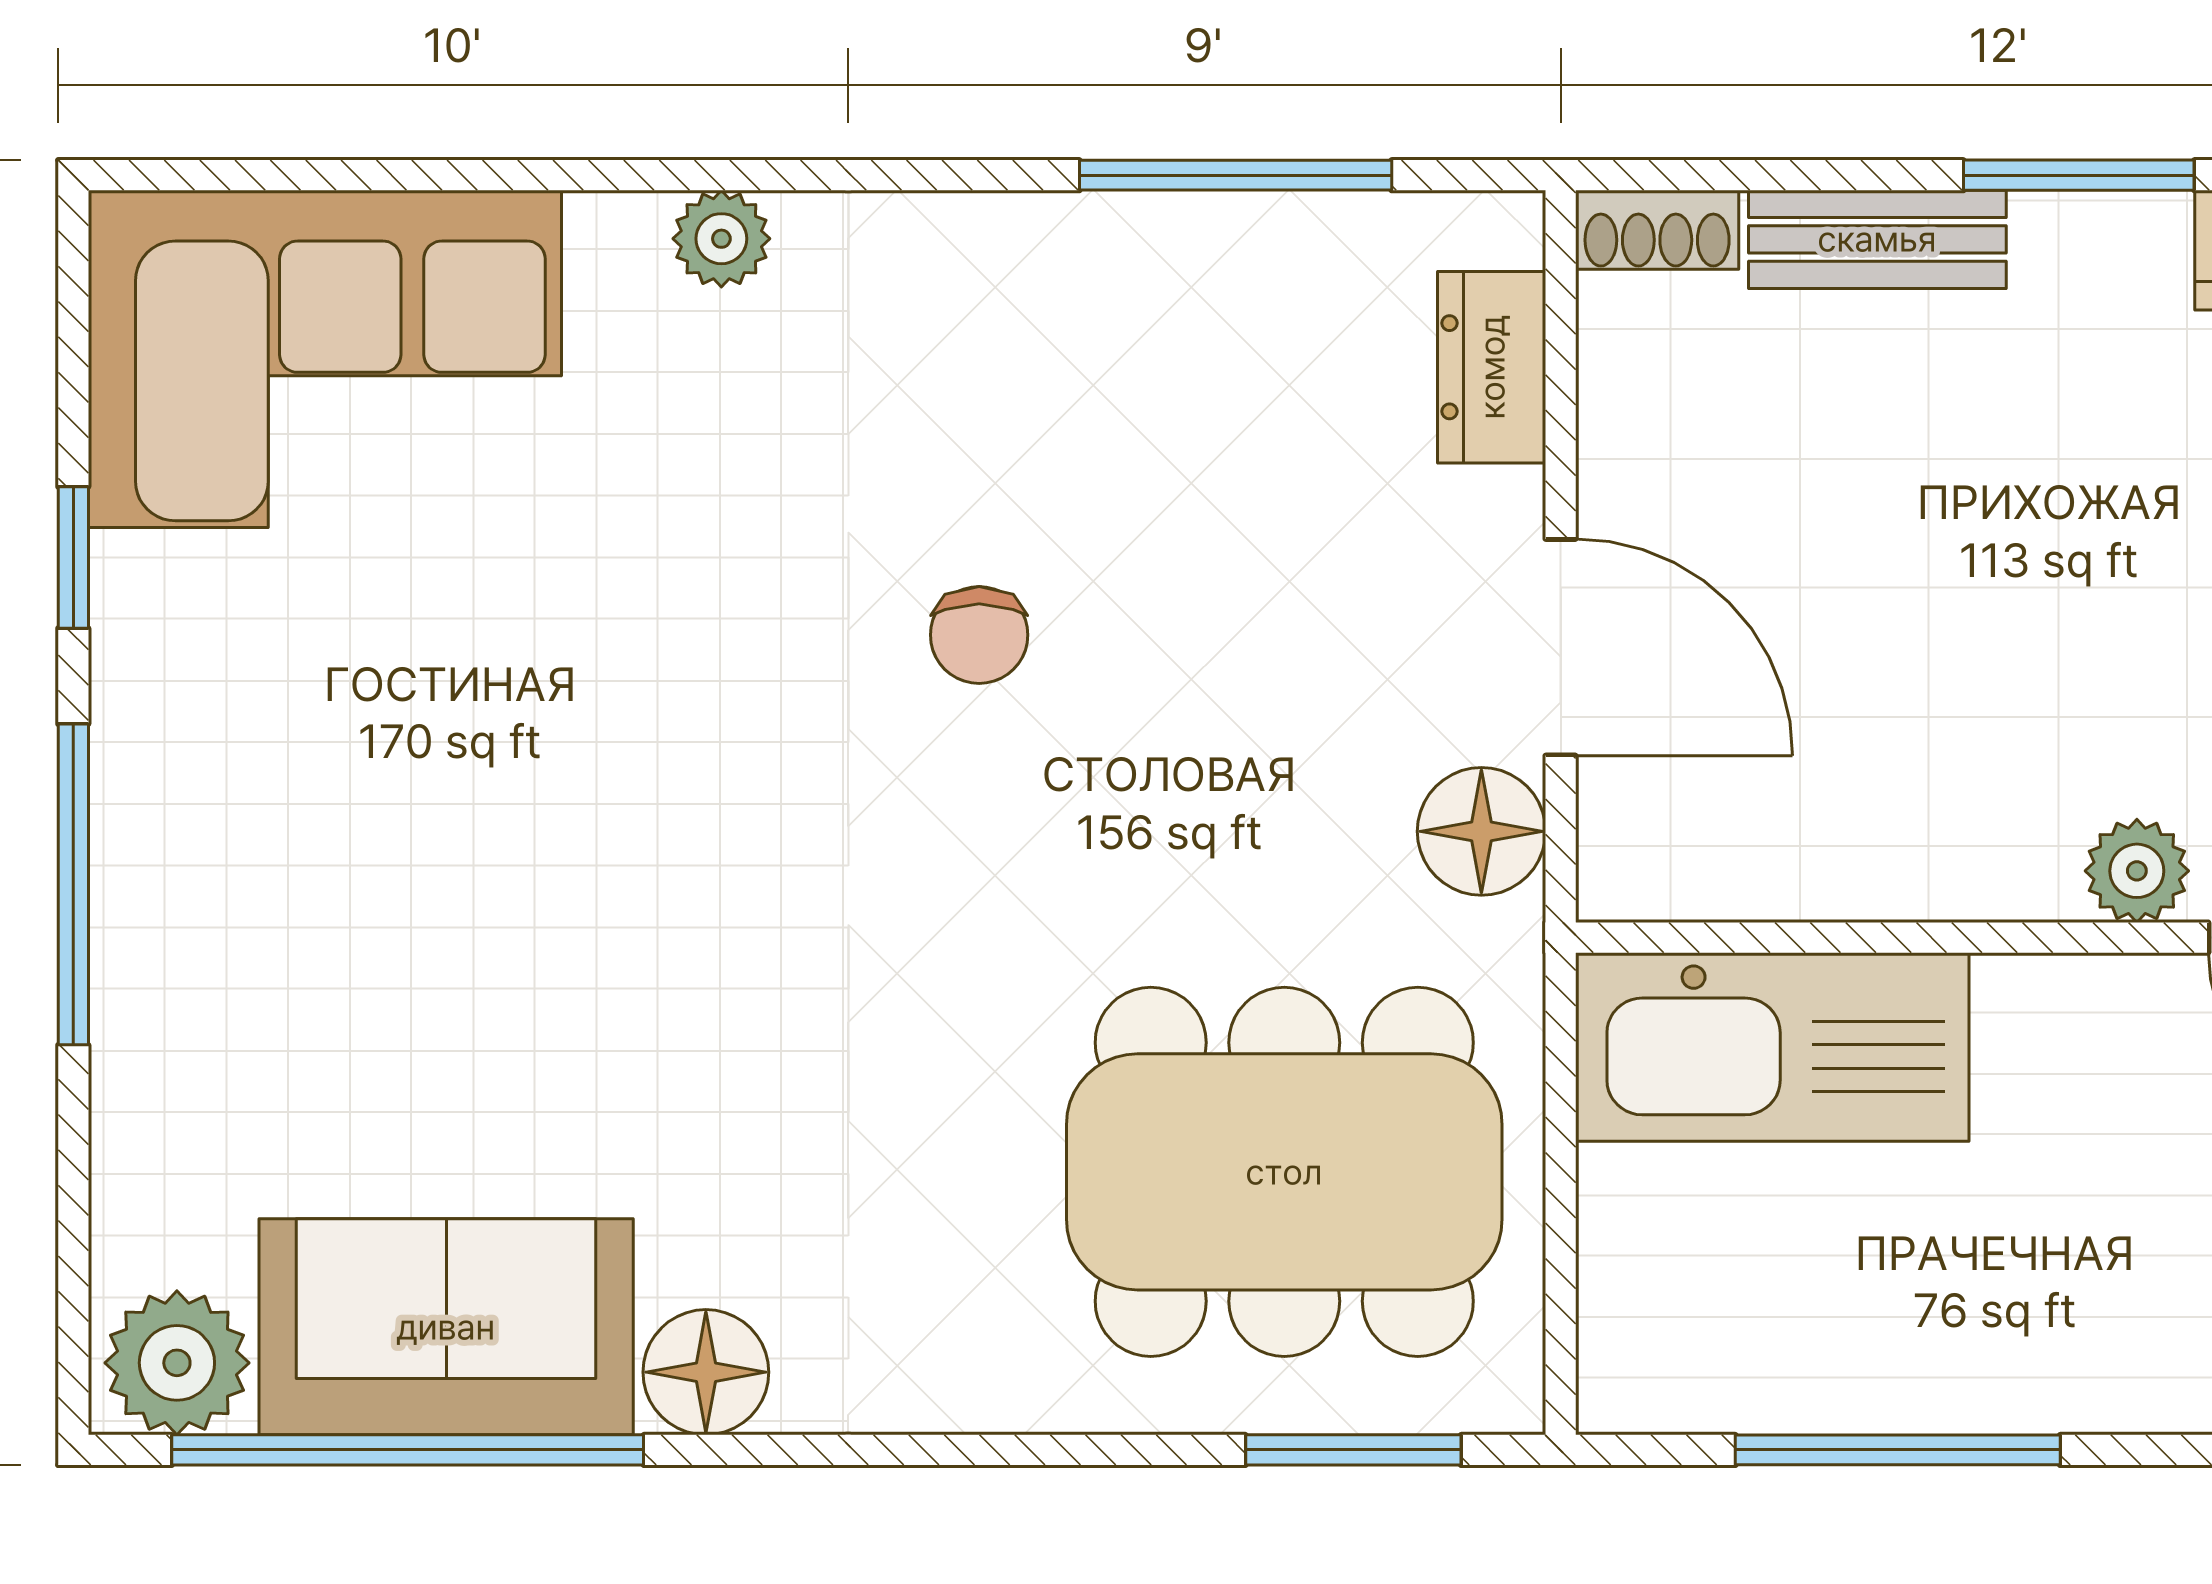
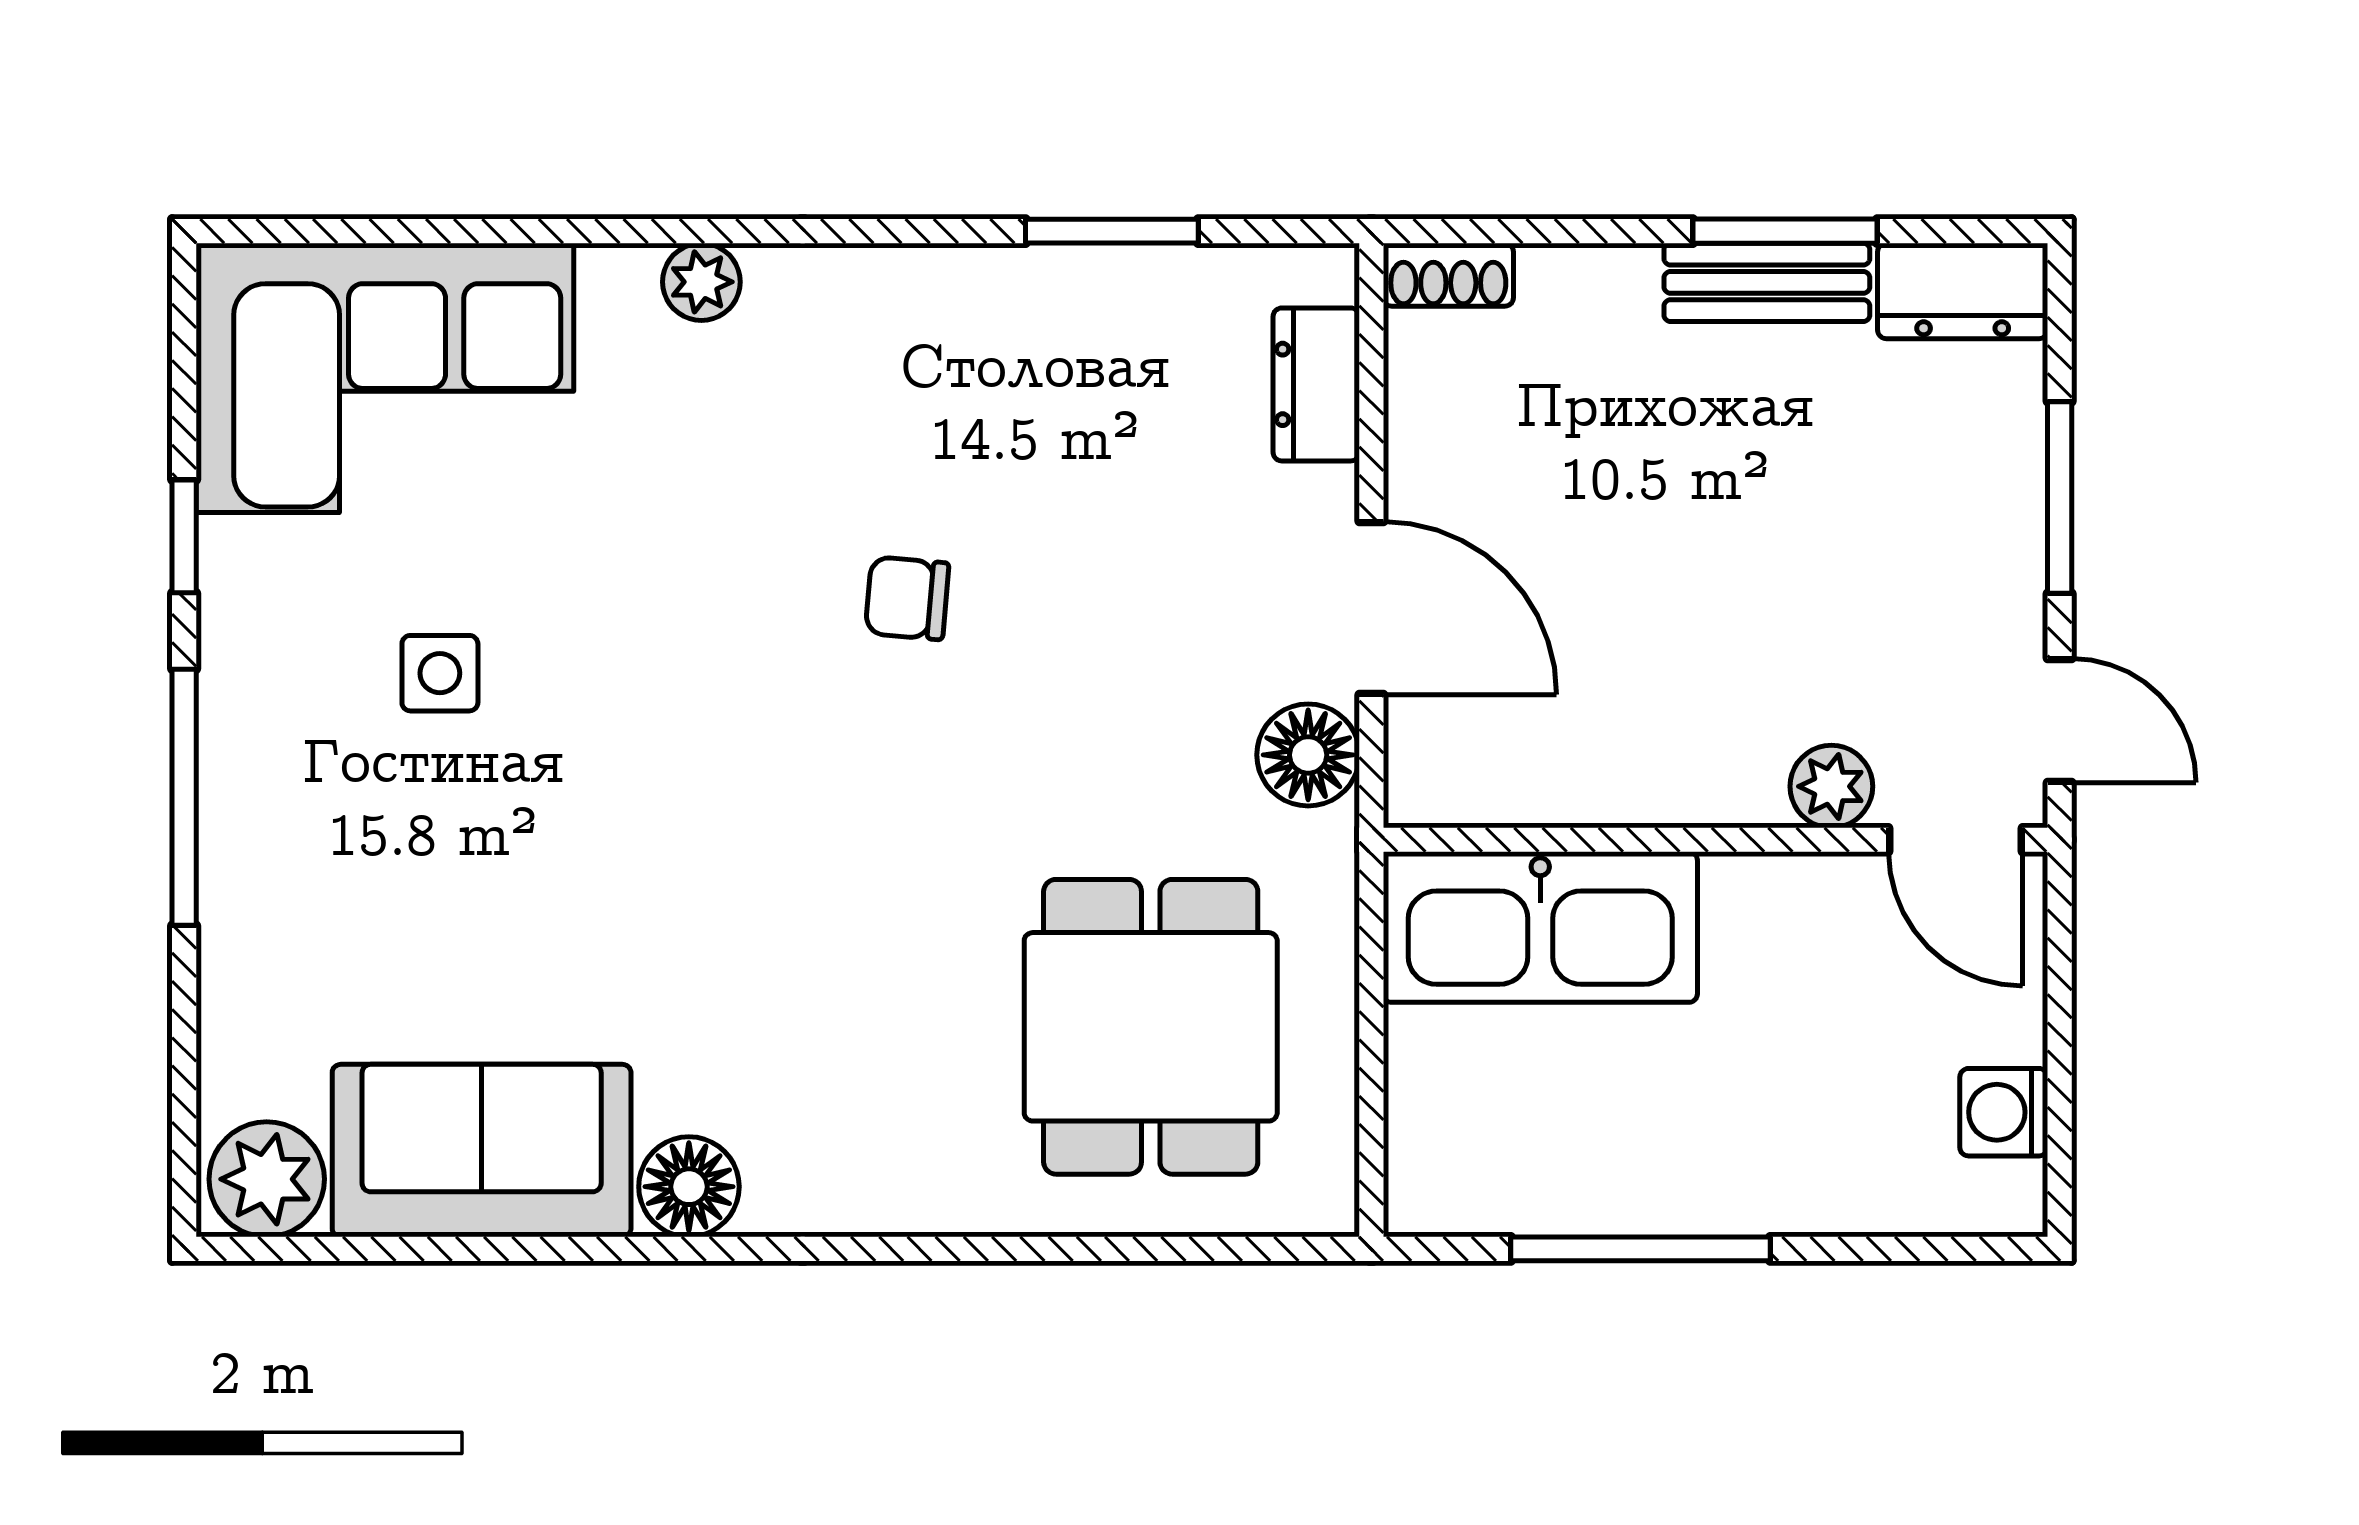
window: (1236, 175) -> (1112, 231), width x0.69
bench: (1877, 239) -> (1767, 282), moved
chair: (979, 635) -> (907, 598), turned 95
side table: (394, 729) -> (440, 673), added
dining table: (1284, 1172) -> (1151, 1027), width x0.73
window: (408, 1450) -> (451, 1249), removed
window: (1353, 1450) -> (1206, 1249), removed

